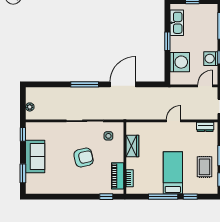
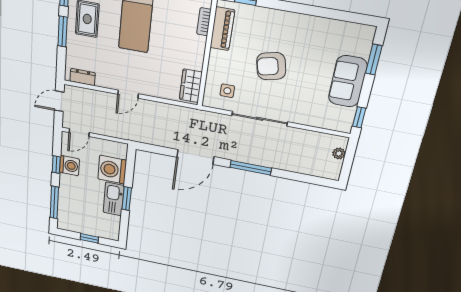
kitchen sink: (177, 23) -> (114, 199), moved
wardrobe: (132, 146) -> (191, 86), moved

